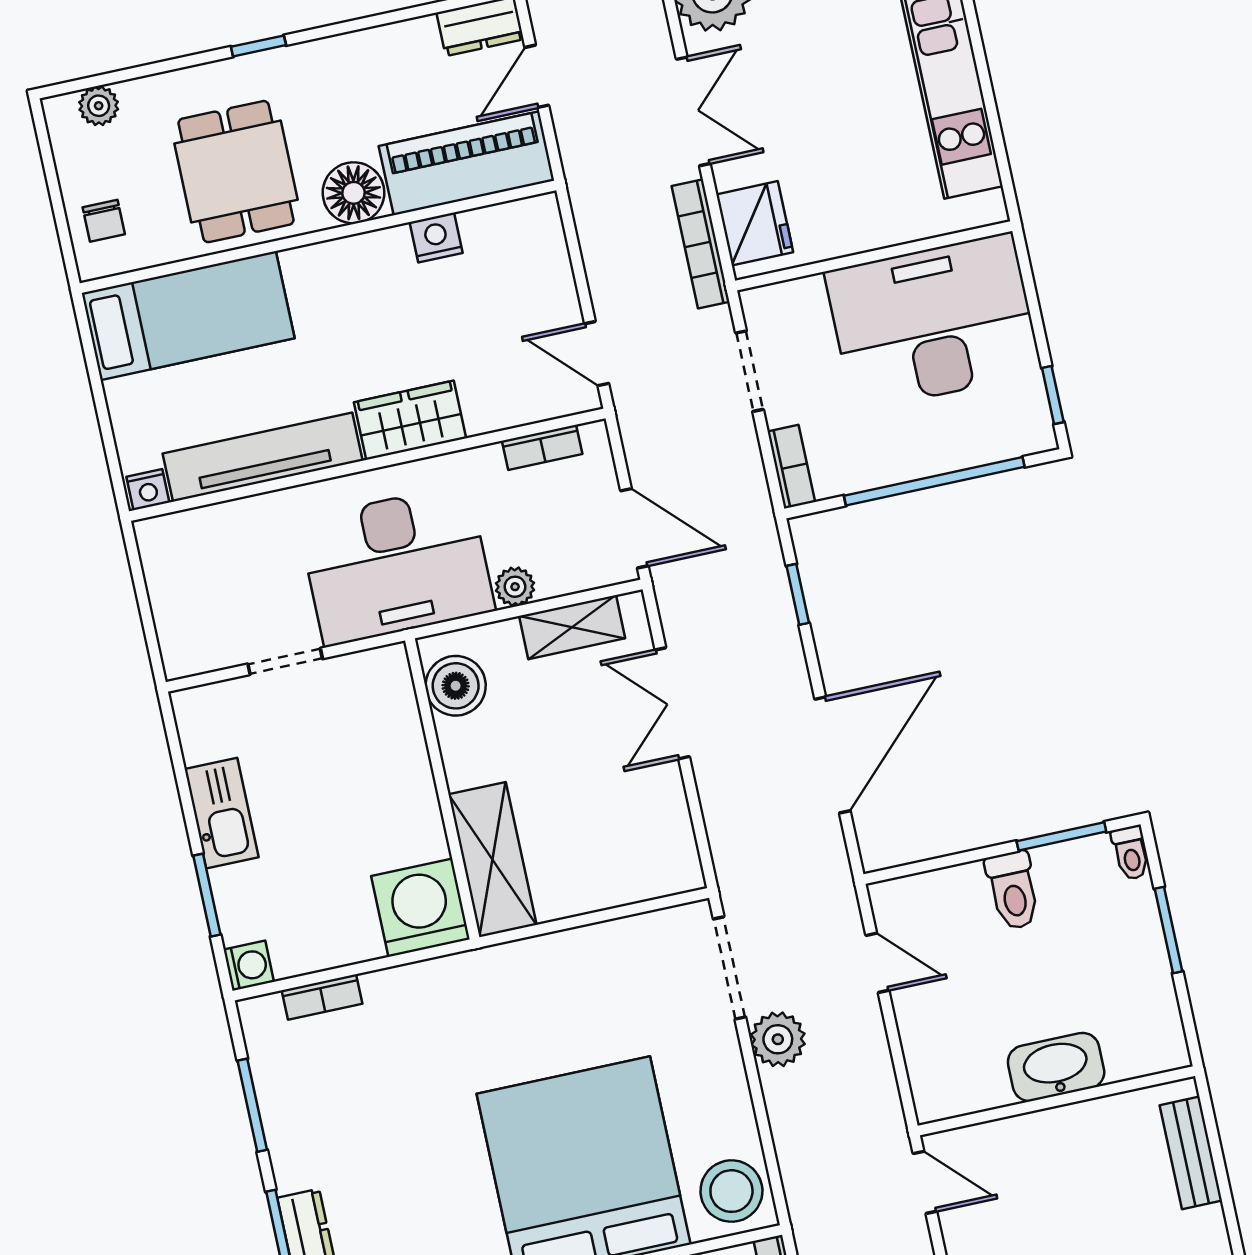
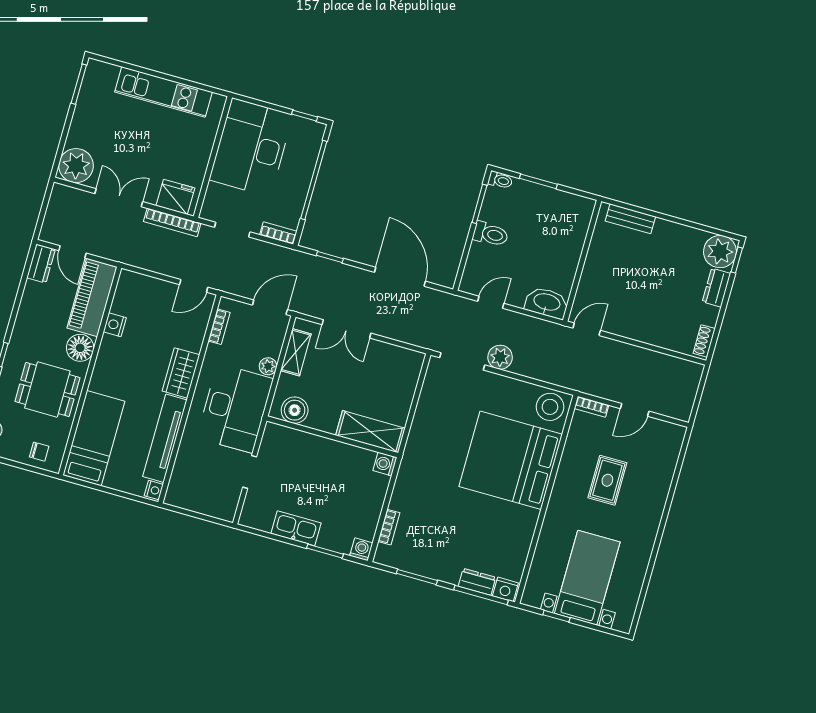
washing machine: (420, 908) -> (385, 464), width x0.53, depth x0.53
washbasin: (1056, 1067) -> (547, 303), moved, turned 90

